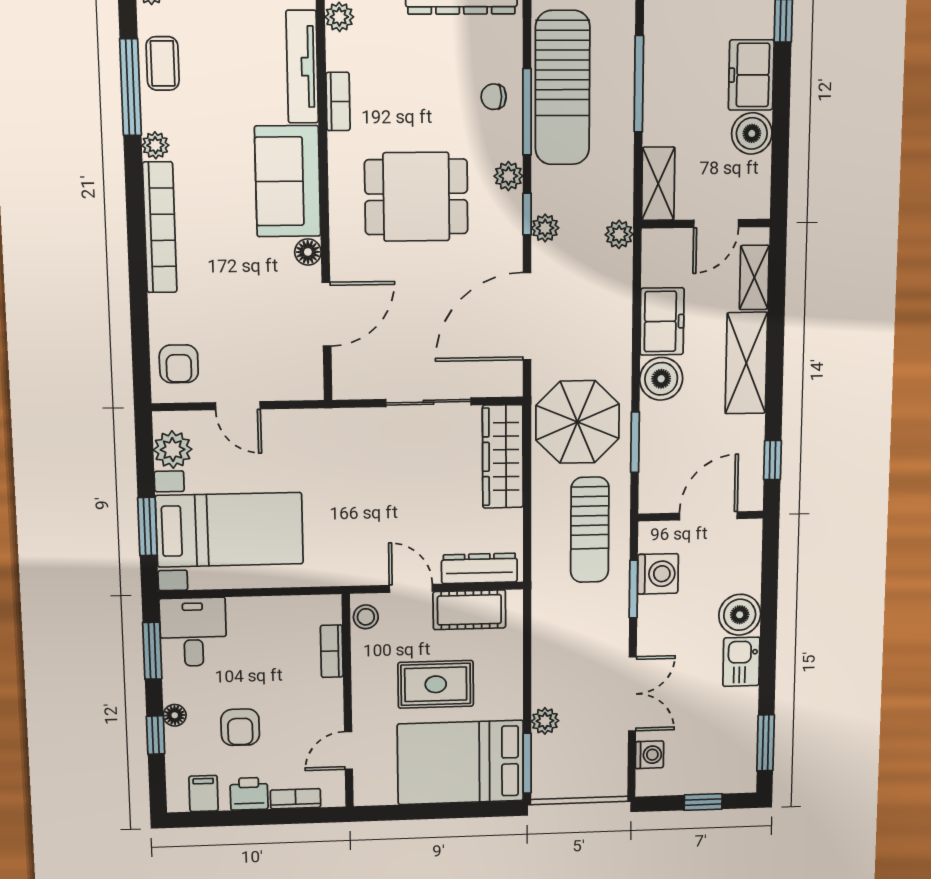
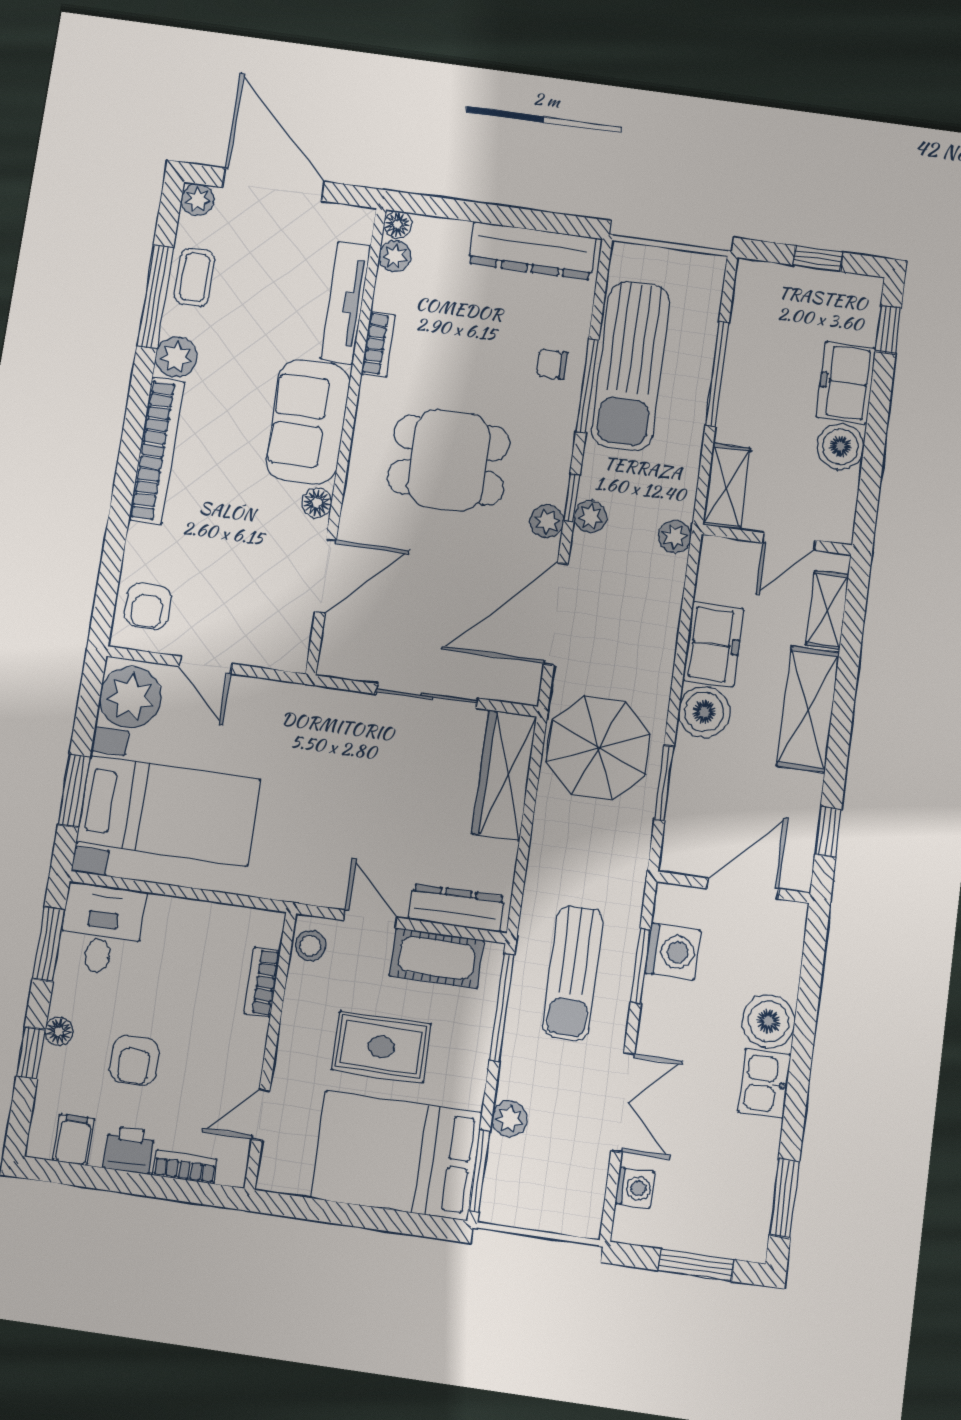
plant: (155, 145) -> (176, 357), width x1.38, depth x1.38
plant: (508, 176) -> (547, 521), moved
plant: (173, 450) -> (131, 697), width x1.36, depth x1.36
sun lounger: (590, 530) -> (573, 973), moved
window: (527, 639) -> (502, 1008), added
window: (703, 802) -> (696, 1265), width x1.50

